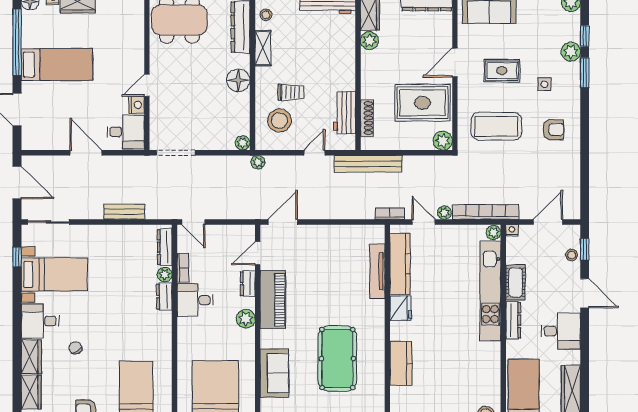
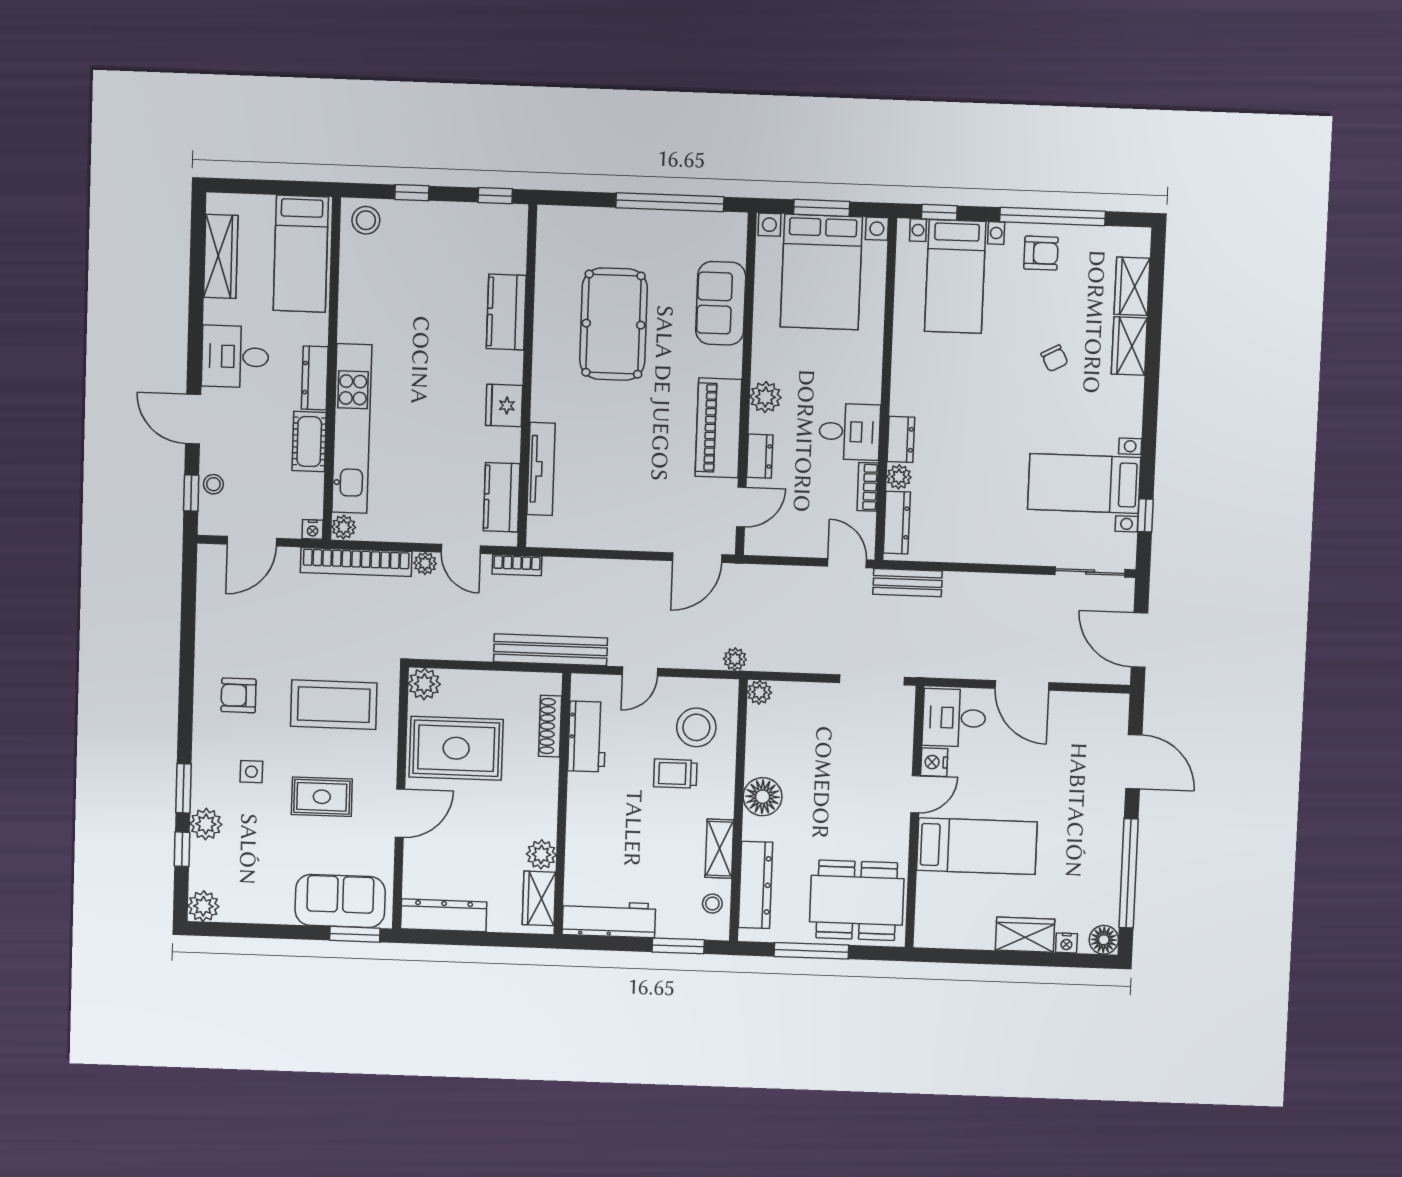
bed: (57, 65) -> (977, 846), moved, turned 180
bench: (124, 212) -> (908, 583), moved
kitchen counter: (400, 264) -> (502, 497), width x0.67
desk: (40, 321) -> (1112, 406), removed

